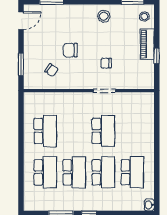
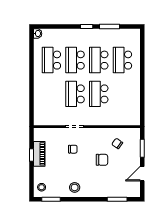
door: (21, 21) -> (142, 174), moved
piano: (147, 44) -> (39, 154), moved
school desk: (45, 131) -> (99, 94), moved

